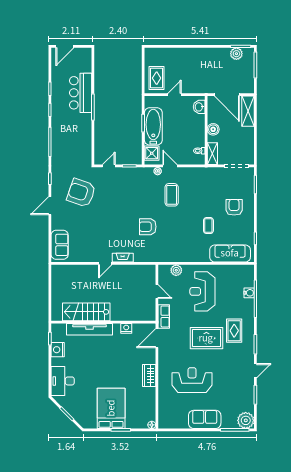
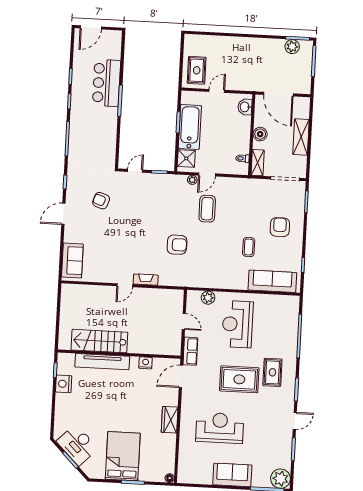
shelving: (248, 111) -> (301, 137), moved
door: (170, 166) -> (207, 174), swing flipped
armchair: (81, 193) -> (101, 201), width x0.53, depth x0.53
armchair: (148, 227) -> (177, 245), turned 180
water cooler: (249, 293) -> (292, 329), removed
desk: (63, 381) -> (77, 445), moved, turned -45

